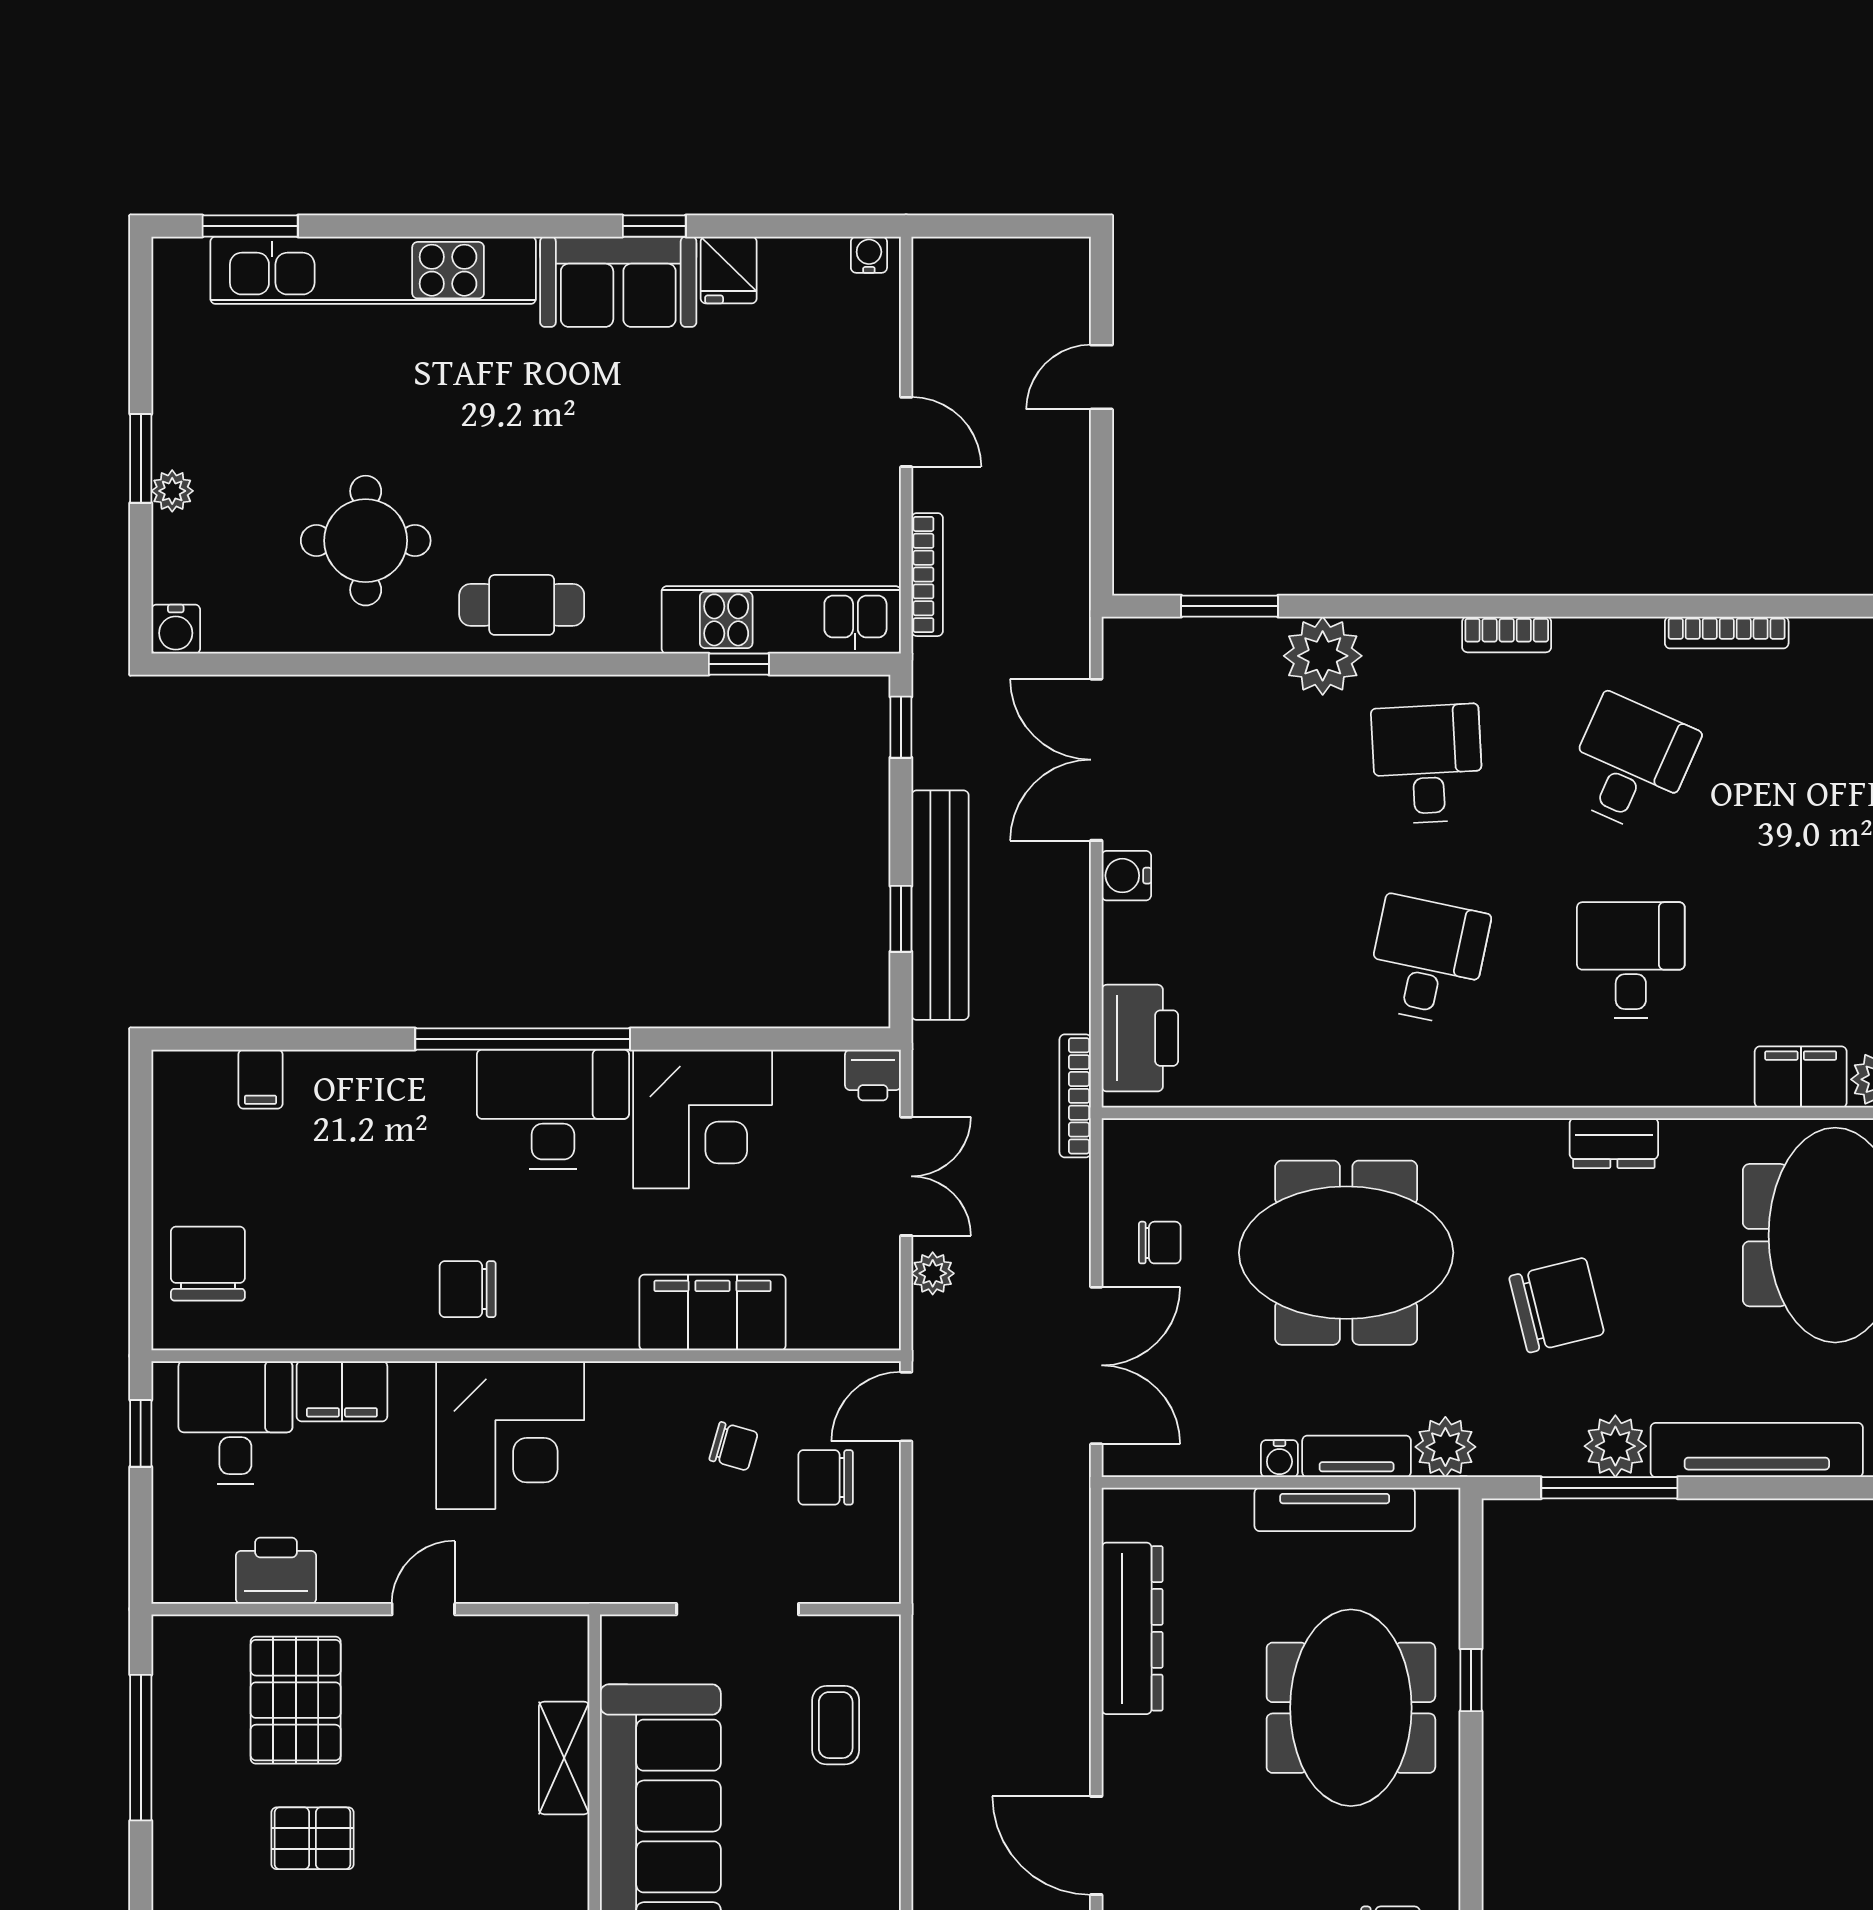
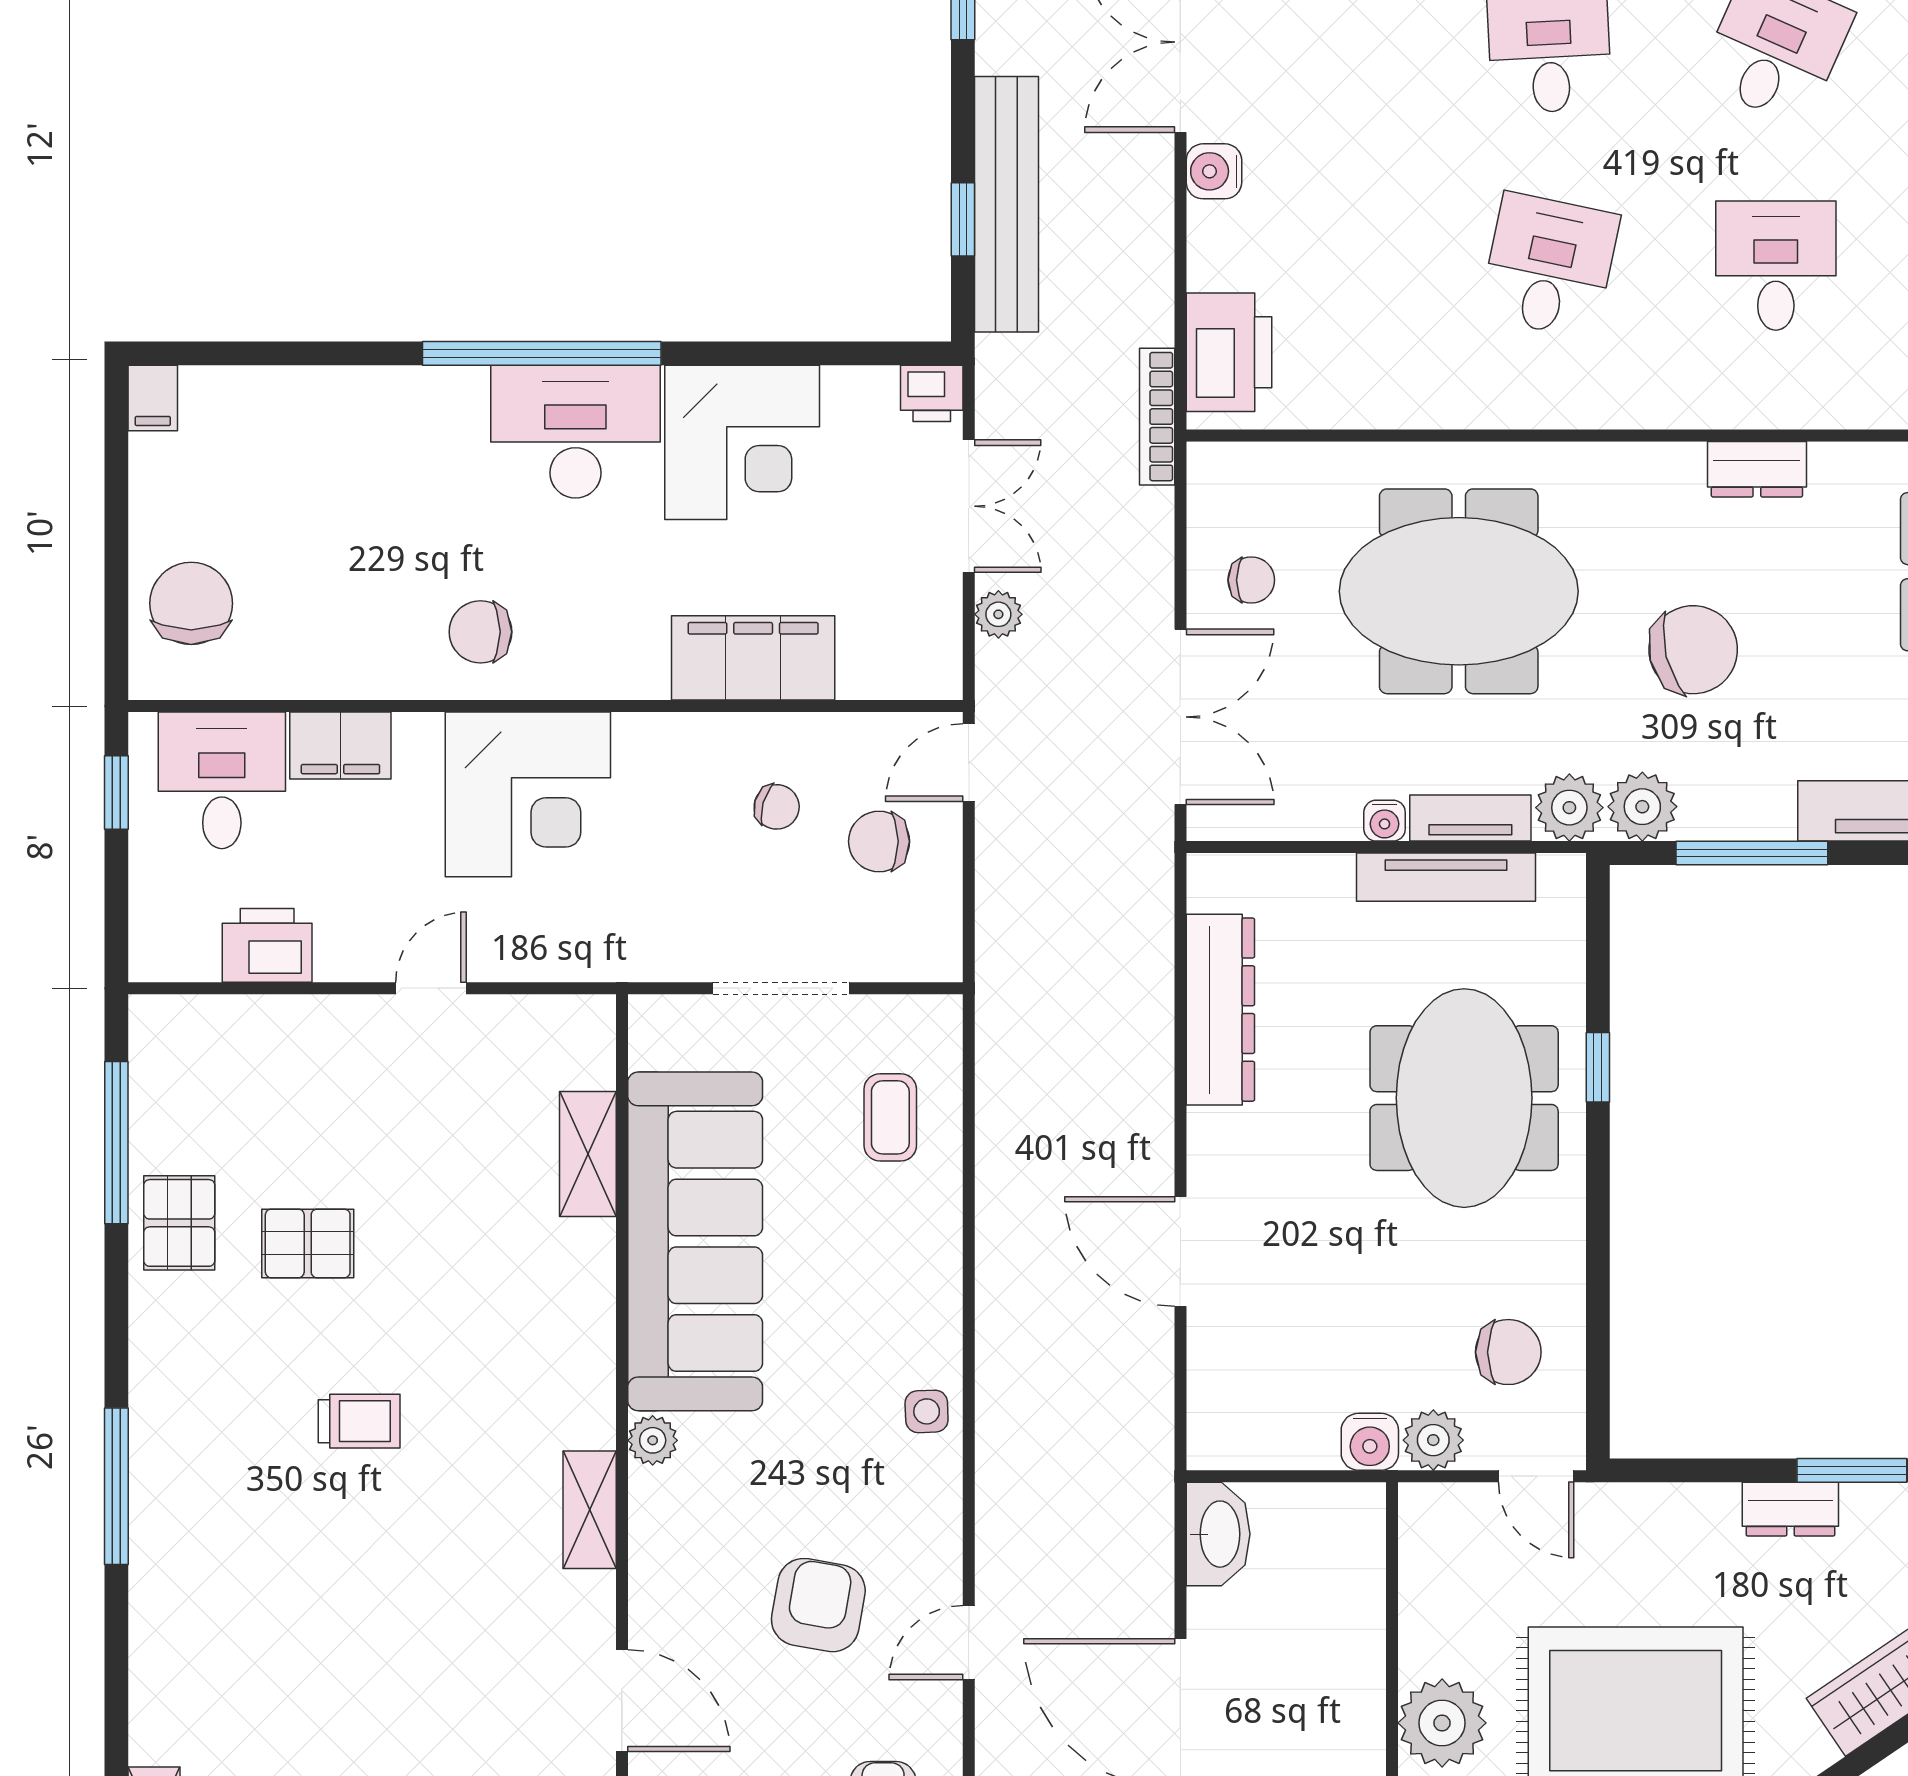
filing cabinet: (260, 1079) -> (153, 398), moved
plant: (1615, 1446) -> (1642, 807), moved
pallet: (296, 1700) -> (179, 1223), moved, width x0.67, depth x0.71

